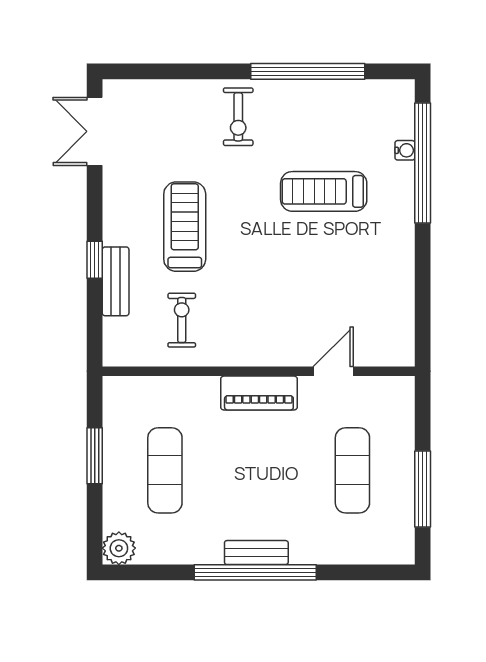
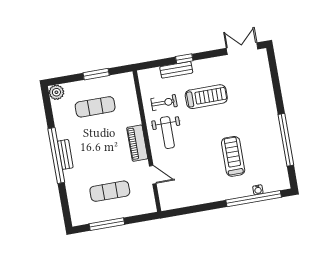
exercise bike: (238, 117) -> (260, 112), removed
weight bench: (248, 324) -> (167, 133), added

